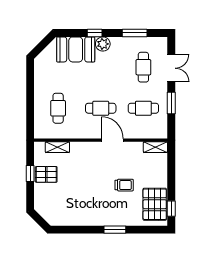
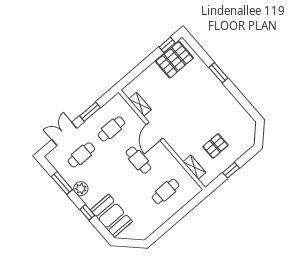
plant: (103, 44) -> (81, 189), moved
cafe table: (143, 108) -> (111, 129), turned 90
shelving: (155, 147) -> (140, 104), moved
pallet: (46, 174) -> (215, 146), moved, turned 90
trolley: (124, 185) -> (180, 94), removed

